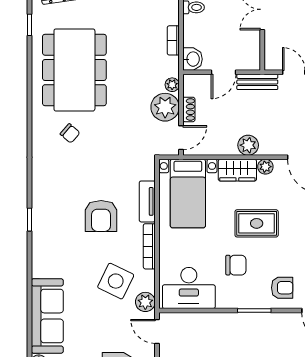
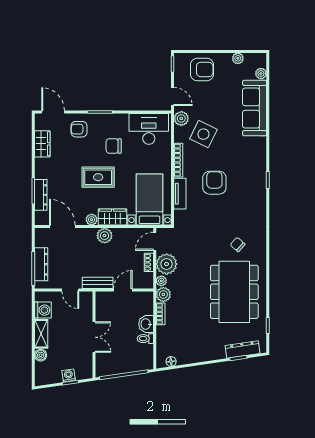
washbasin: (193, 59) -> (146, 324), moved
plant: (169, 66) -> (163, 294), added

